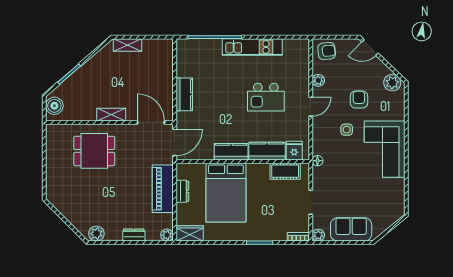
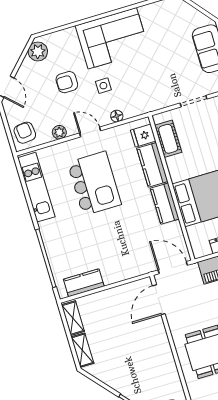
kitchen unit: (252, 47) -> (36, 187), moved
kitchen counter: (184, 94) -> (84, 283), moved
kitchen island: (266, 97) -> (94, 183), width x1.37, depth x1.28
shelving: (111, 115) -> (73, 318), moved
floor lamp: (317, 161) -> (117, 116), moved

